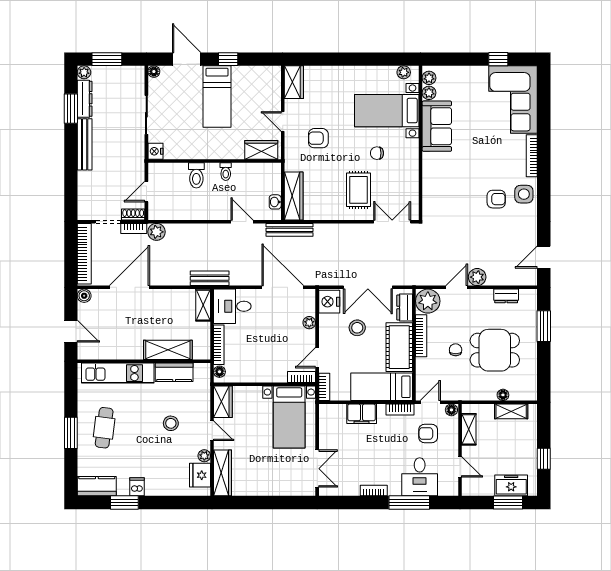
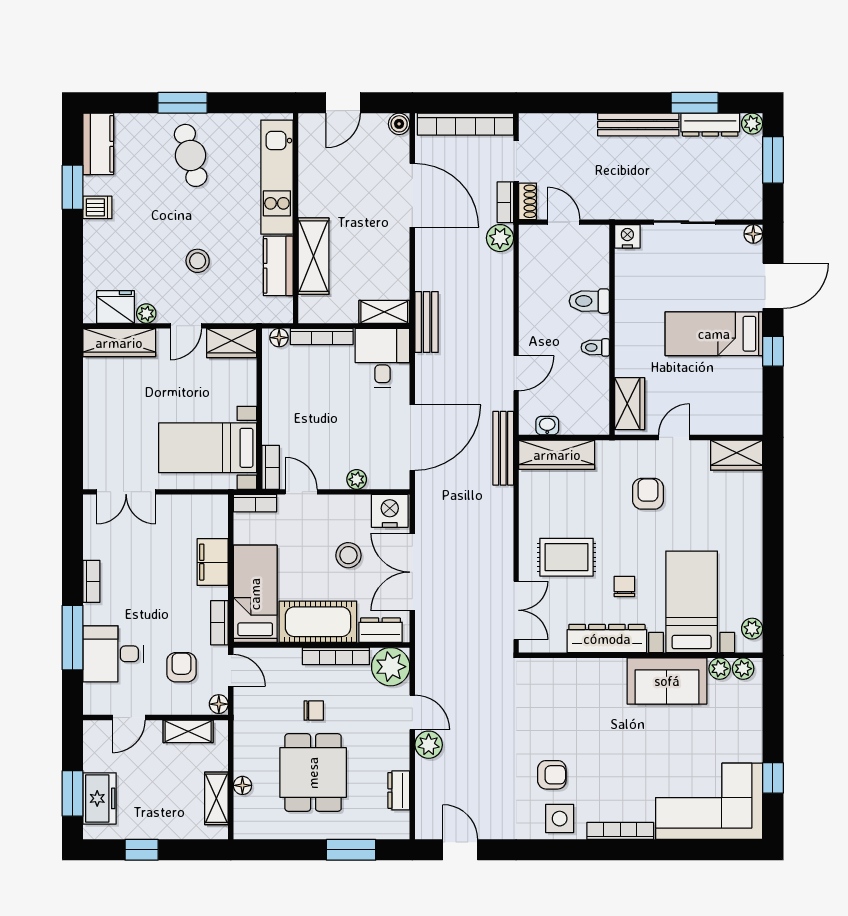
dresser: (410, 164) -> (607, 639), added
armchair: (496, 199) -> (552, 775), turned -90
cafe table: (104, 428) -> (191, 155), turned 68

